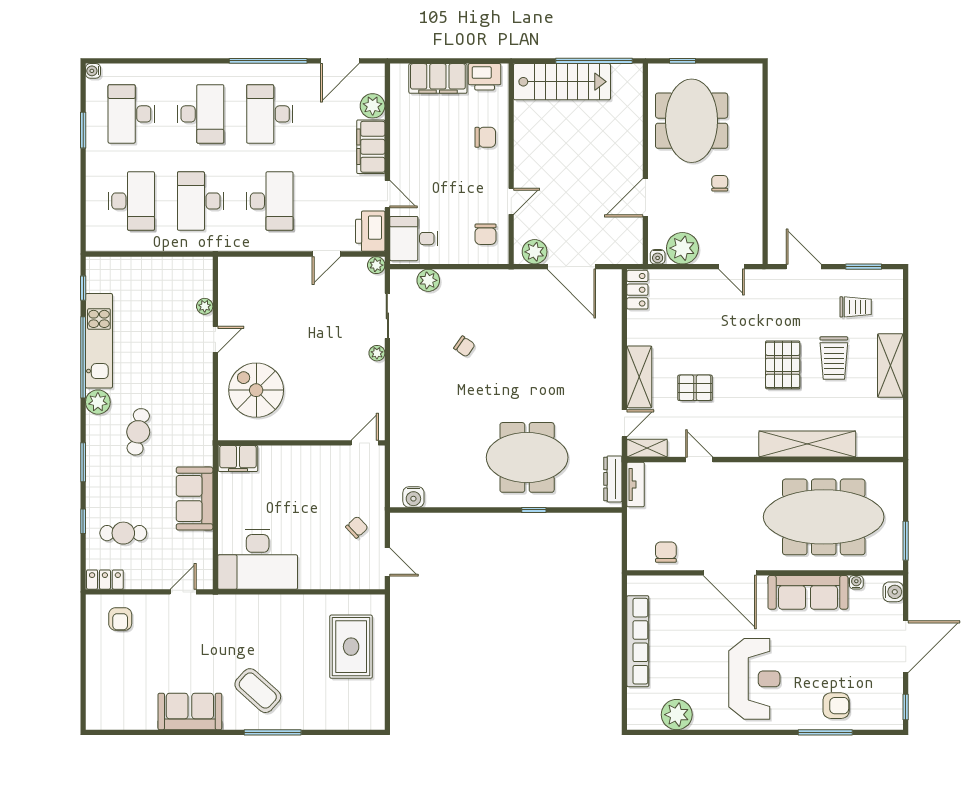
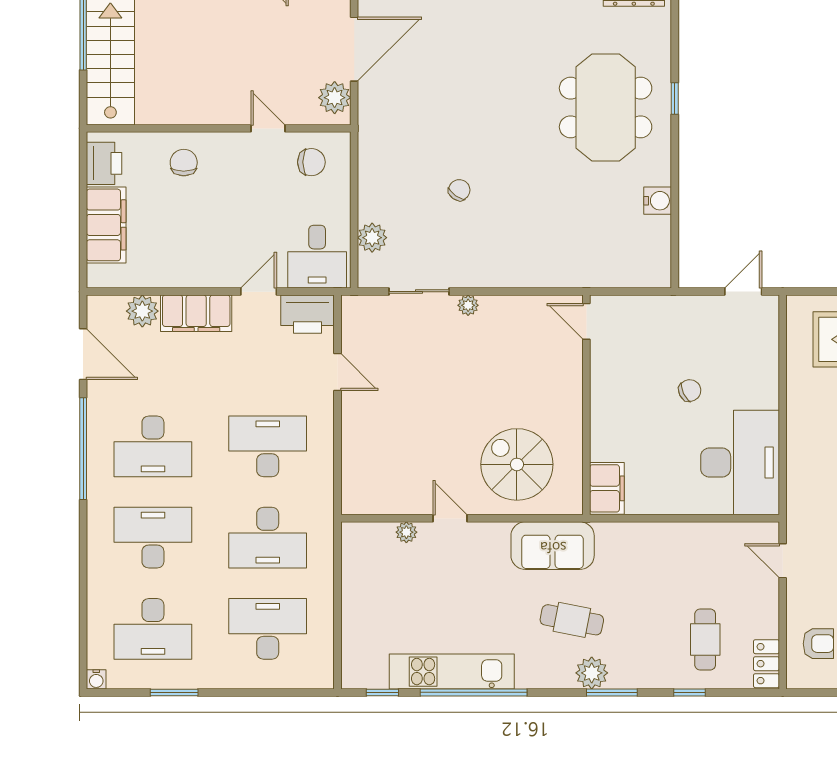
plant: (376, 265) -> (352, 306), removed
spiral stairs: (256, 390) -> (517, 464), turned 90
plant: (98, 402) -> (592, 673), moved
water cooler: (413, 497) -> (658, 201), moved
sofa: (195, 498) -> (553, 546), moved
chair: (357, 527) -> (690, 390), moved, turned 107

